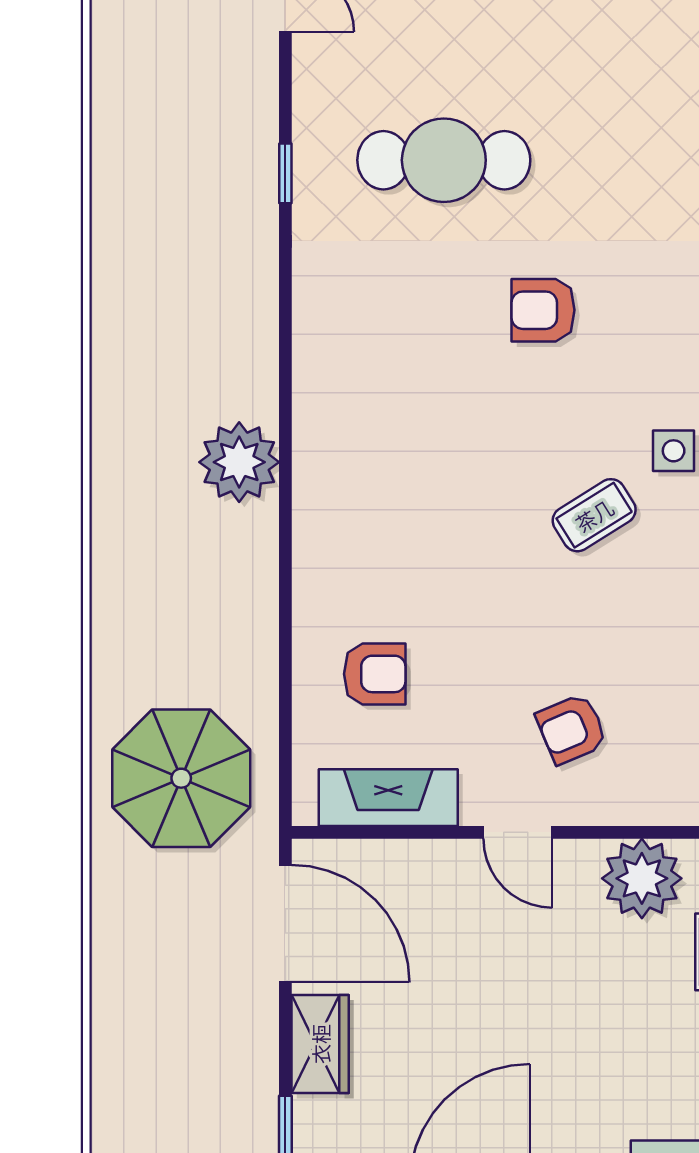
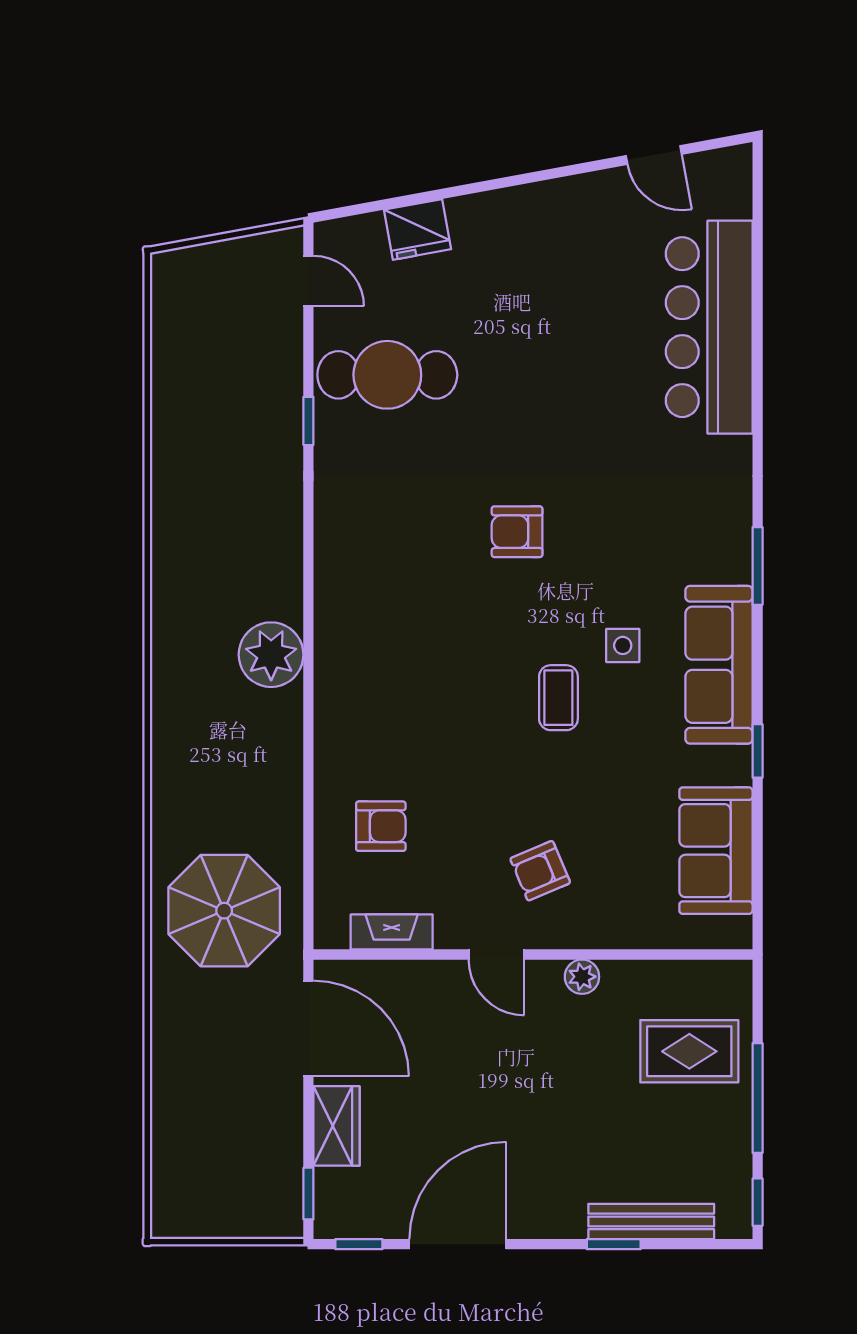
cafe table: (444, 160) -> (387, 375), moved
coffee table: (594, 515) -> (558, 698), turned -58
fireplace: (388, 798) -> (392, 932), width x0.73, depth x0.76
plant: (642, 878) -> (582, 977), width x0.53, depth x0.53

